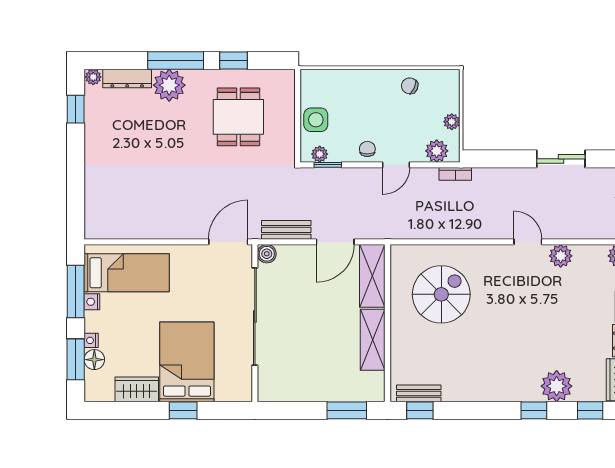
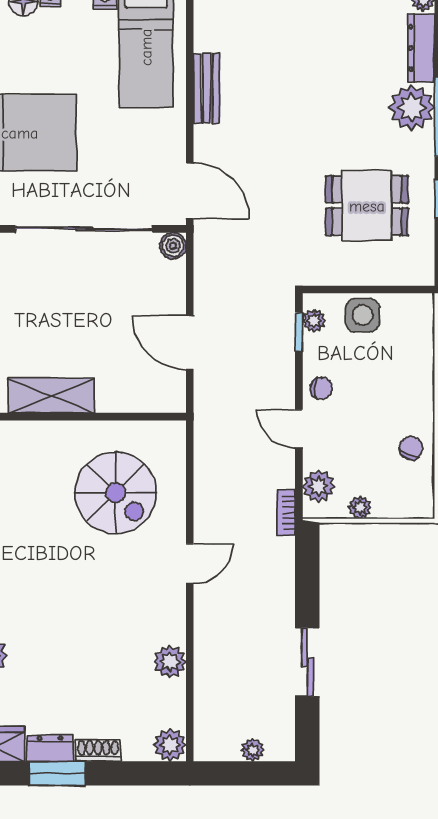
bench: (286, 230) -> (207, 88), moved
door: (528, 242) -> (190, 564), moved
shelving: (372, 276) -> (142, 395), removed

